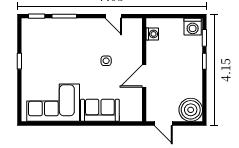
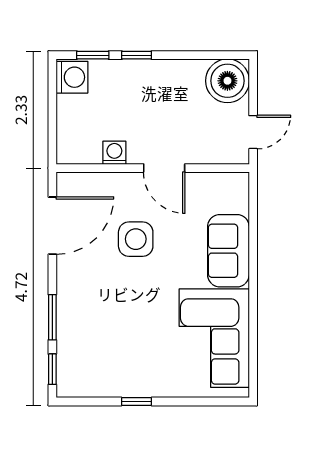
door: (113, 16) -> (52, 226), width x1.88
washing machine: (152, 34) -> (114, 153), moved
side table: (106, 61) -> (136, 239), width x1.87, depth x1.87

